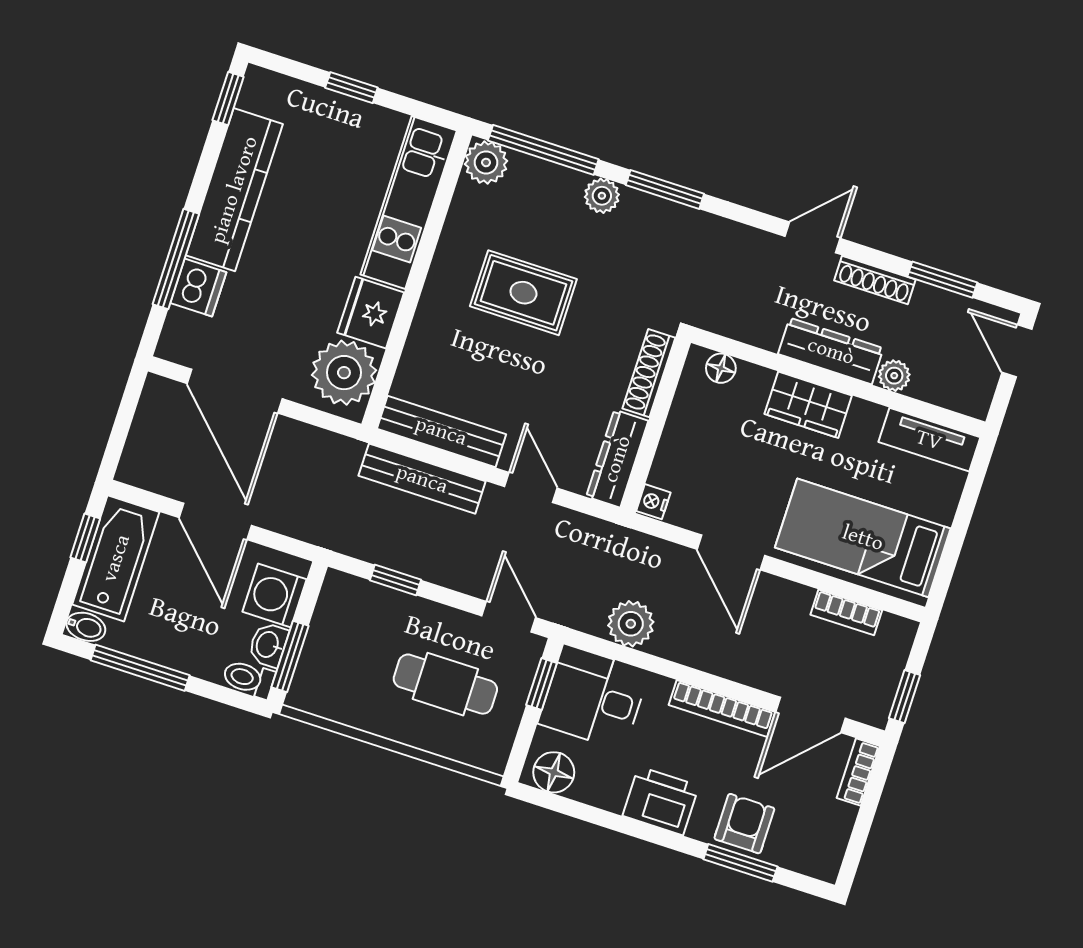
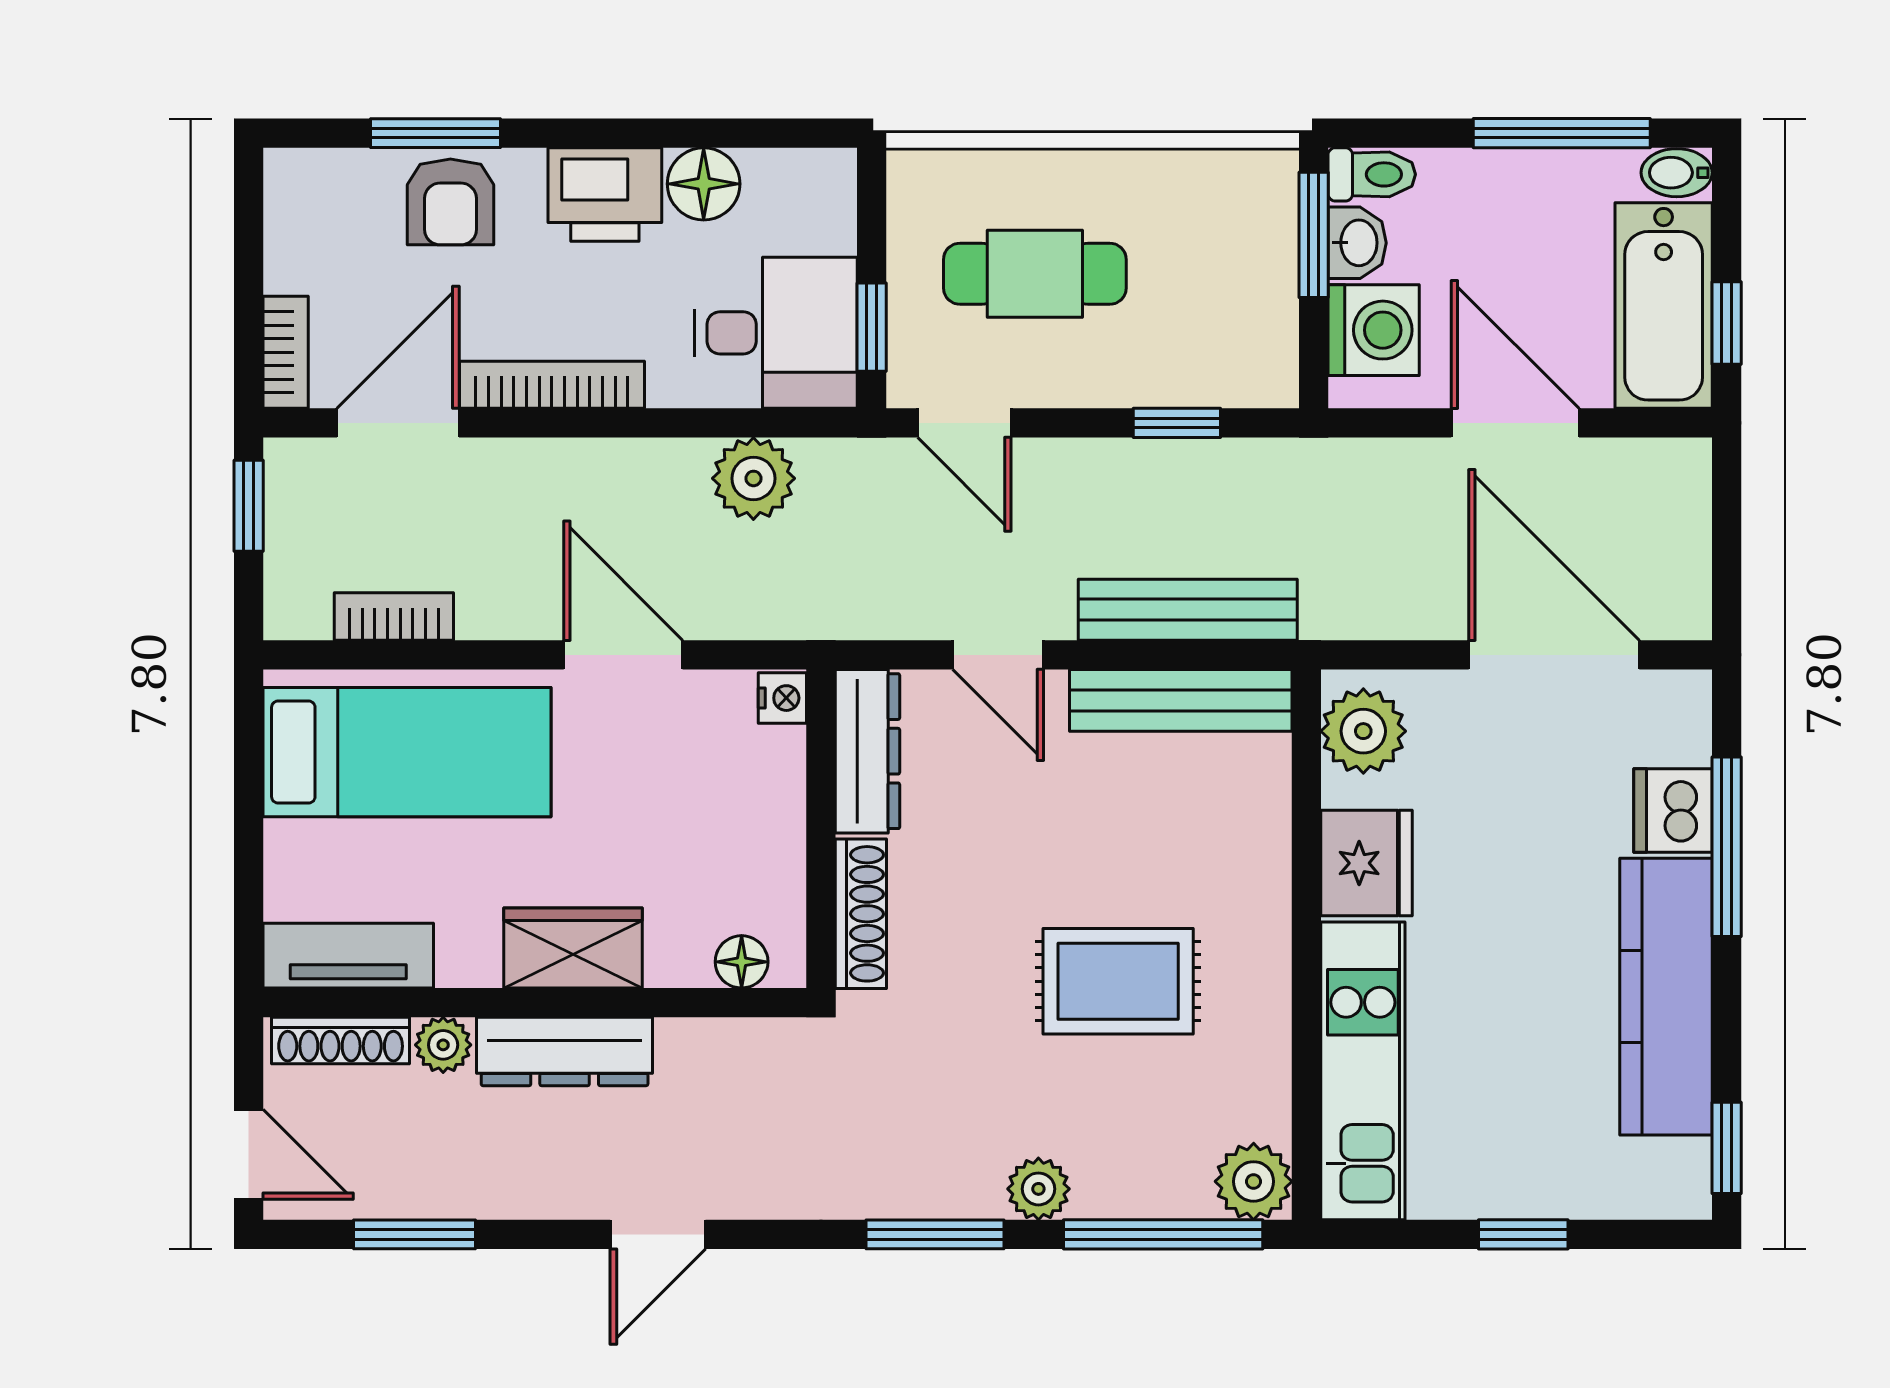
shoe rack: (875, 280) -> (341, 1040), moved, turned 180
plant: (344, 373) -> (1363, 731), width x0.73, depth x0.73
floor lamp: (554, 772) -> (704, 184), moved

